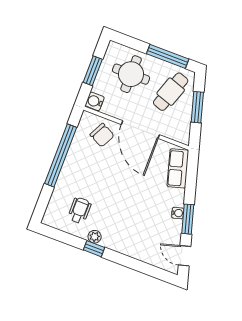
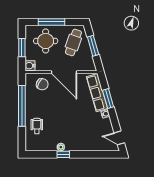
window: (168, 56) -> (51, 22), moved
row of seats: (178, 168) -> (97, 93), width x1.48
wheelchair: (79, 210) -> (37, 126), moved
window: (188, 219) -> (108, 98), moved

